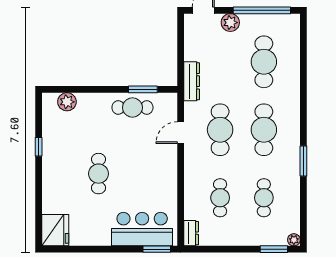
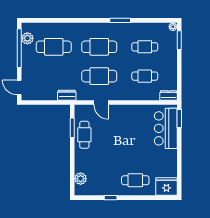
plant: (230, 23) -> (27, 38), moved
dresser: (192, 81) -> (67, 95), width x0.70
cafe table: (98, 174) -> (135, 180), moved

